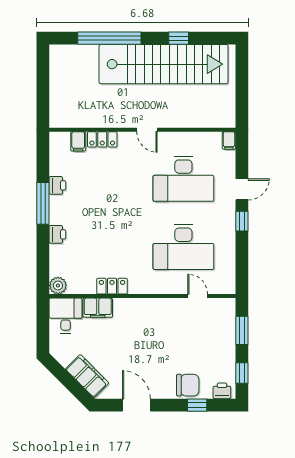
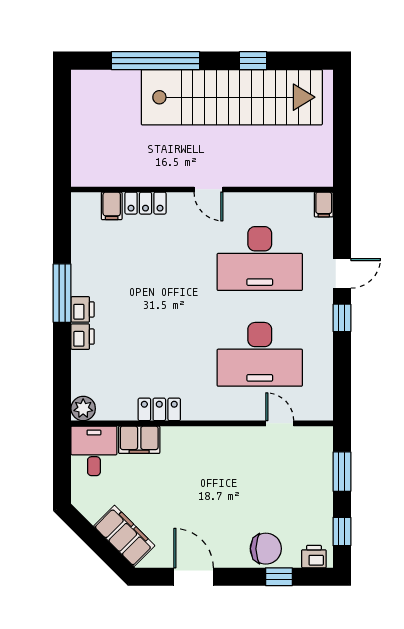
printer: (57, 185) -> (83, 309), moved

